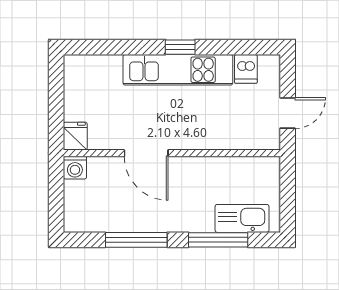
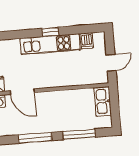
door: (146, 153) -> (22, 92), moved
kitchen sink: (242, 218) -> (103, 101), moved, turned -90

